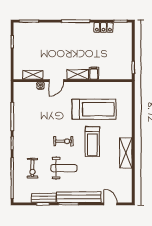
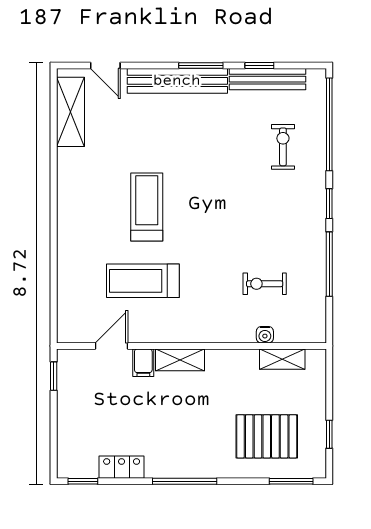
pallet: (40, 41) -> (267, 436), added
door: (56, 81) -> (112, 346), moved
treadmill: (94, 109) -> (143, 281), width x0.73, depth x0.73
exercise bike: (63, 141) -> (265, 284), moved
shelving: (126, 153) -> (70, 112), moved
weight bench: (64, 168) -> (211, 147), removed
bench: (44, 198) -> (267, 79), width x1.36

